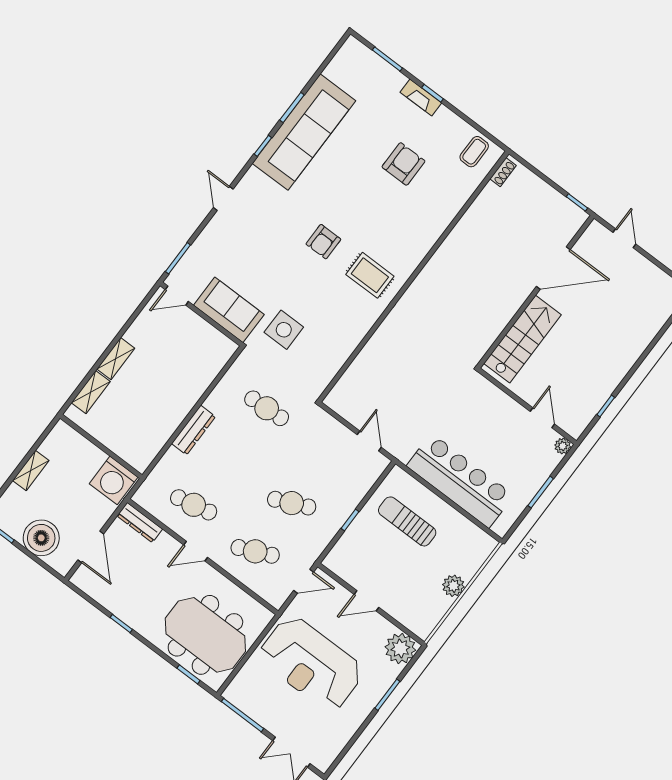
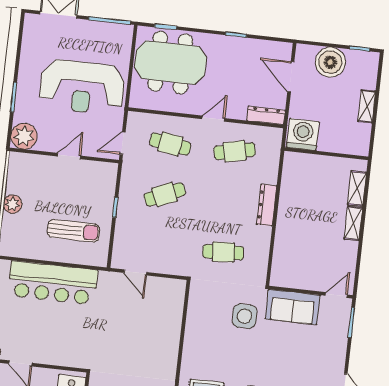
cafe table: (255, 551) -> (170, 144), turned 33
reception desk: (311, 663) -> (82, 87), turned 180

